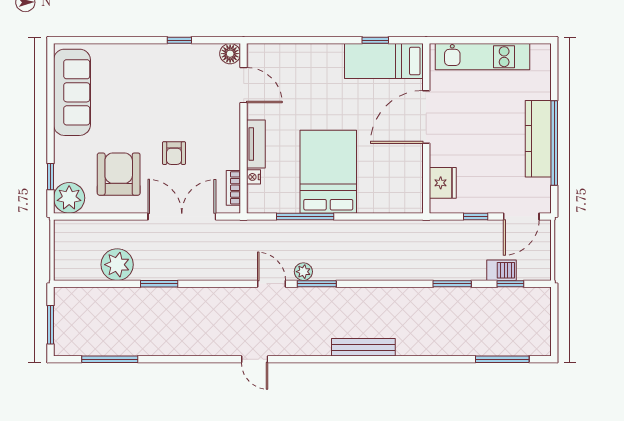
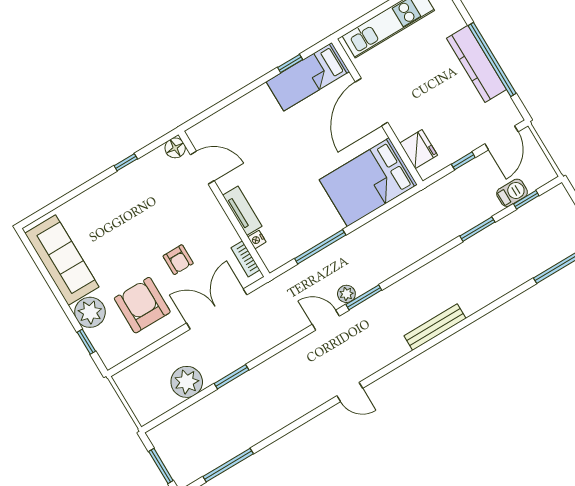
bed: (328, 172) -> (368, 182), moved, turned -90
plant: (69, 198) -> (90, 312), moved

